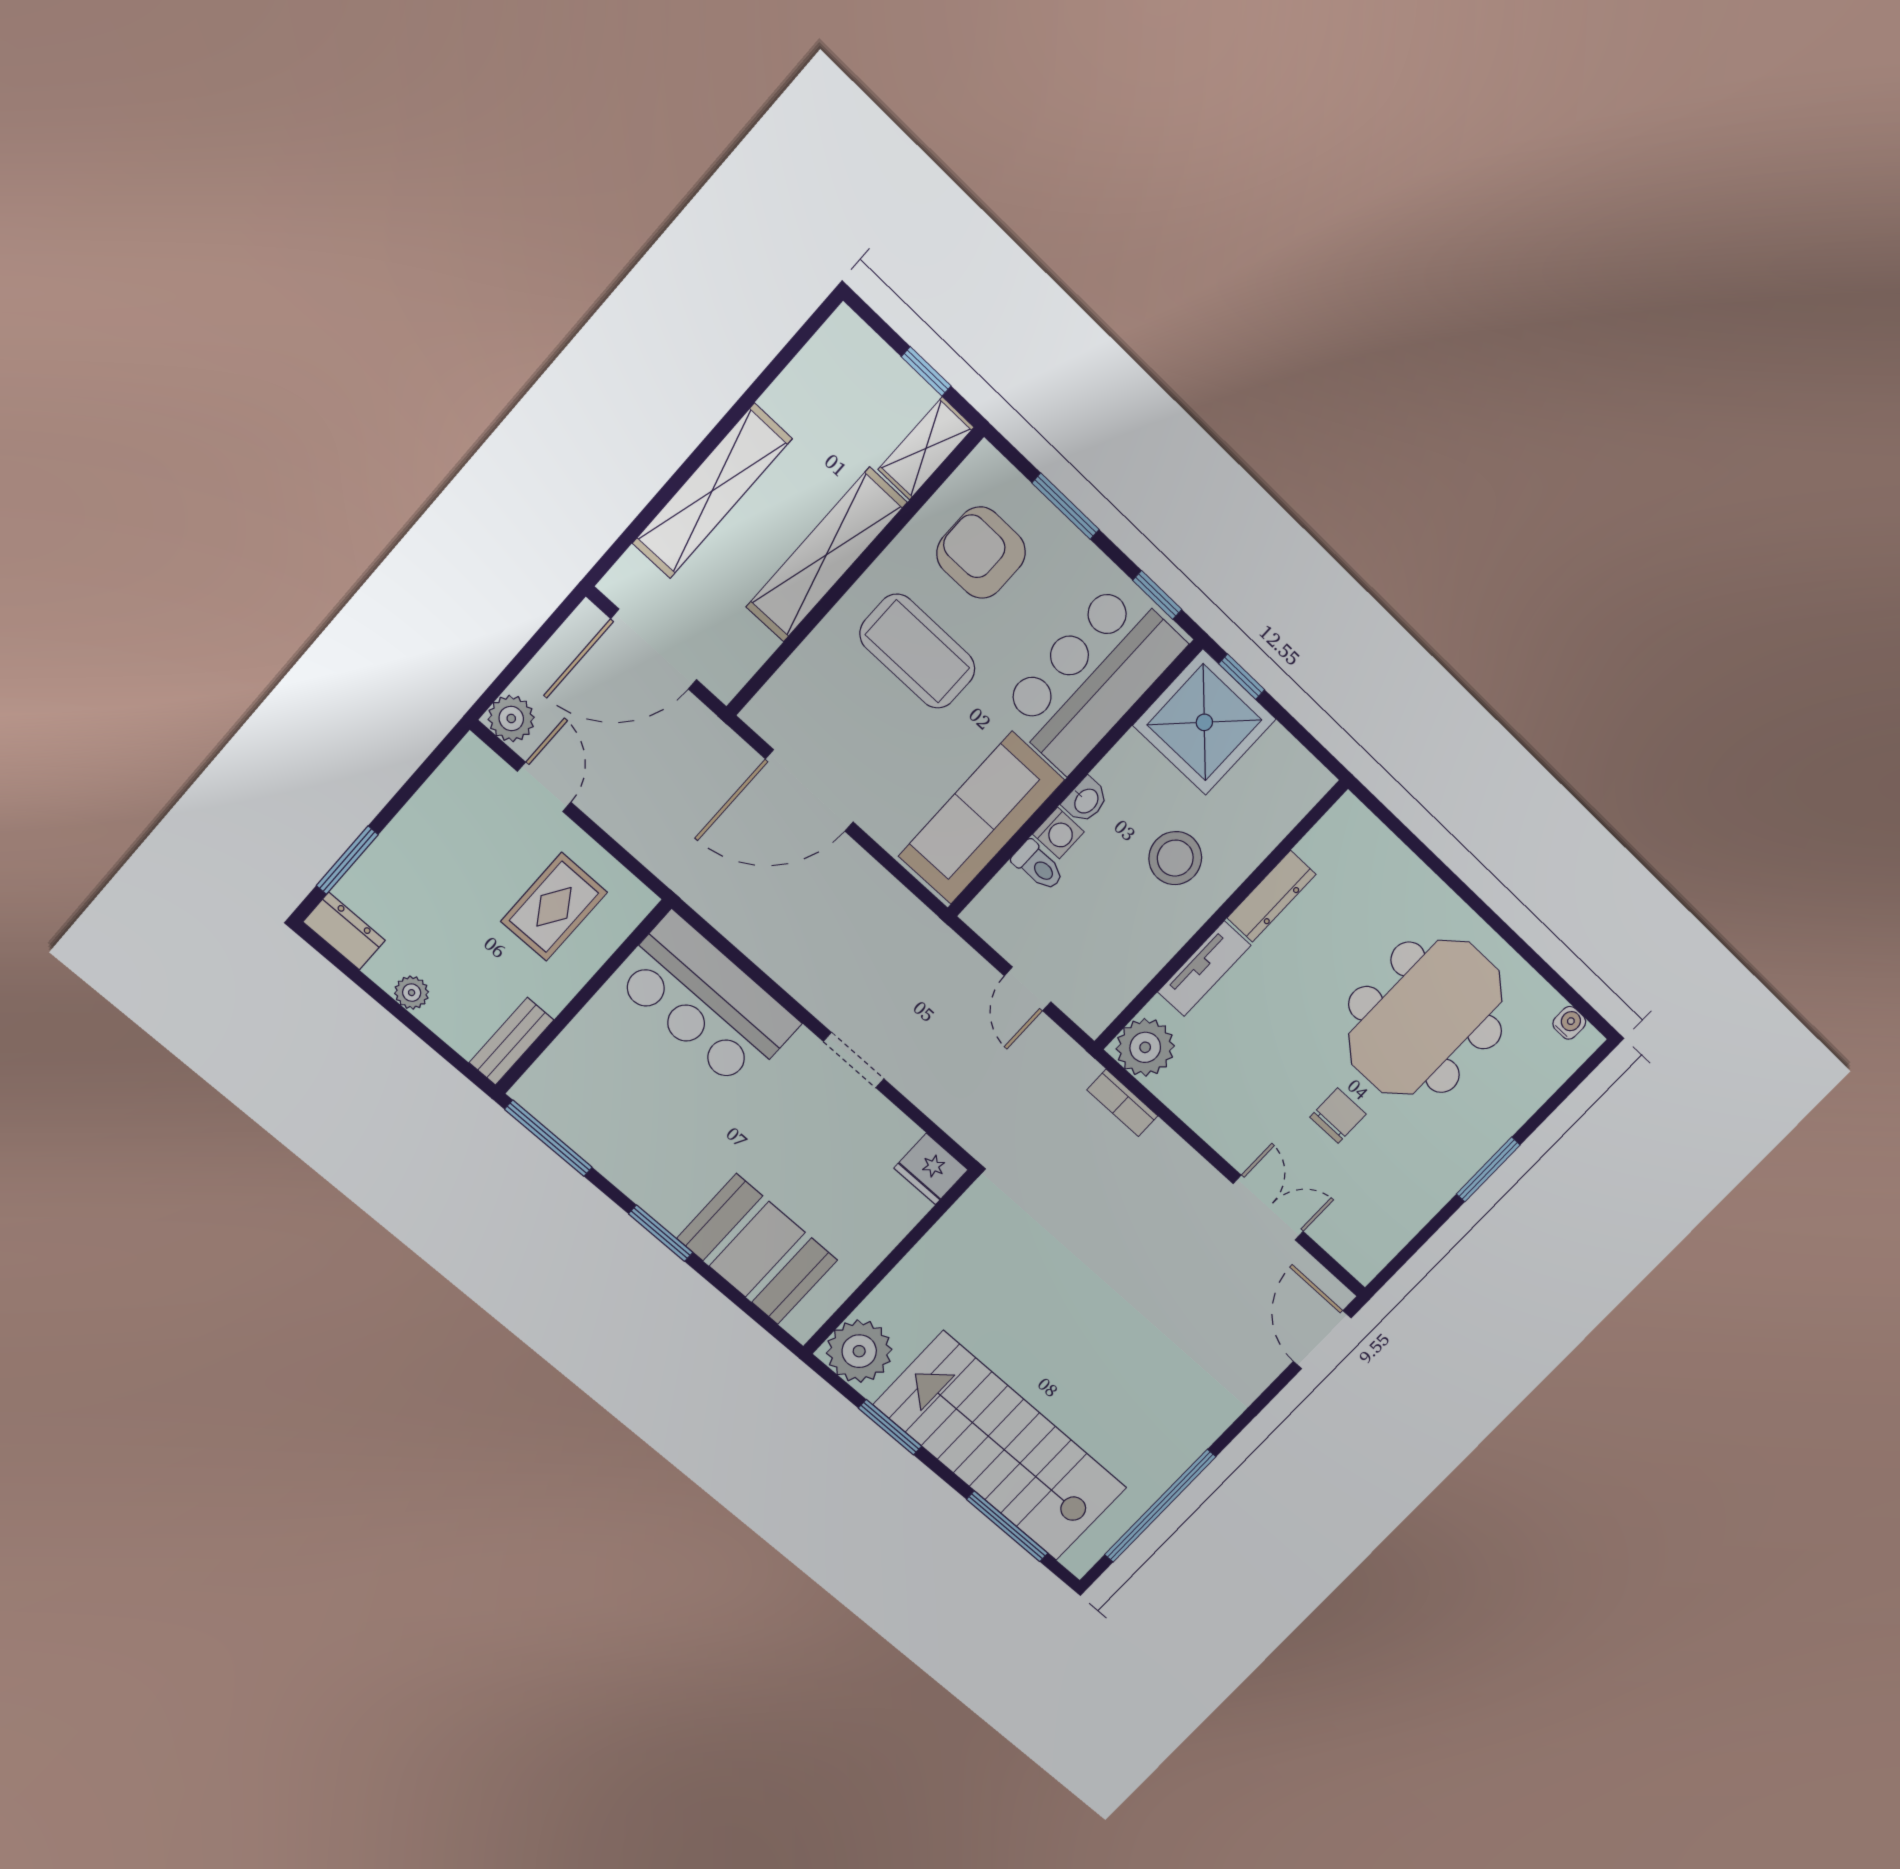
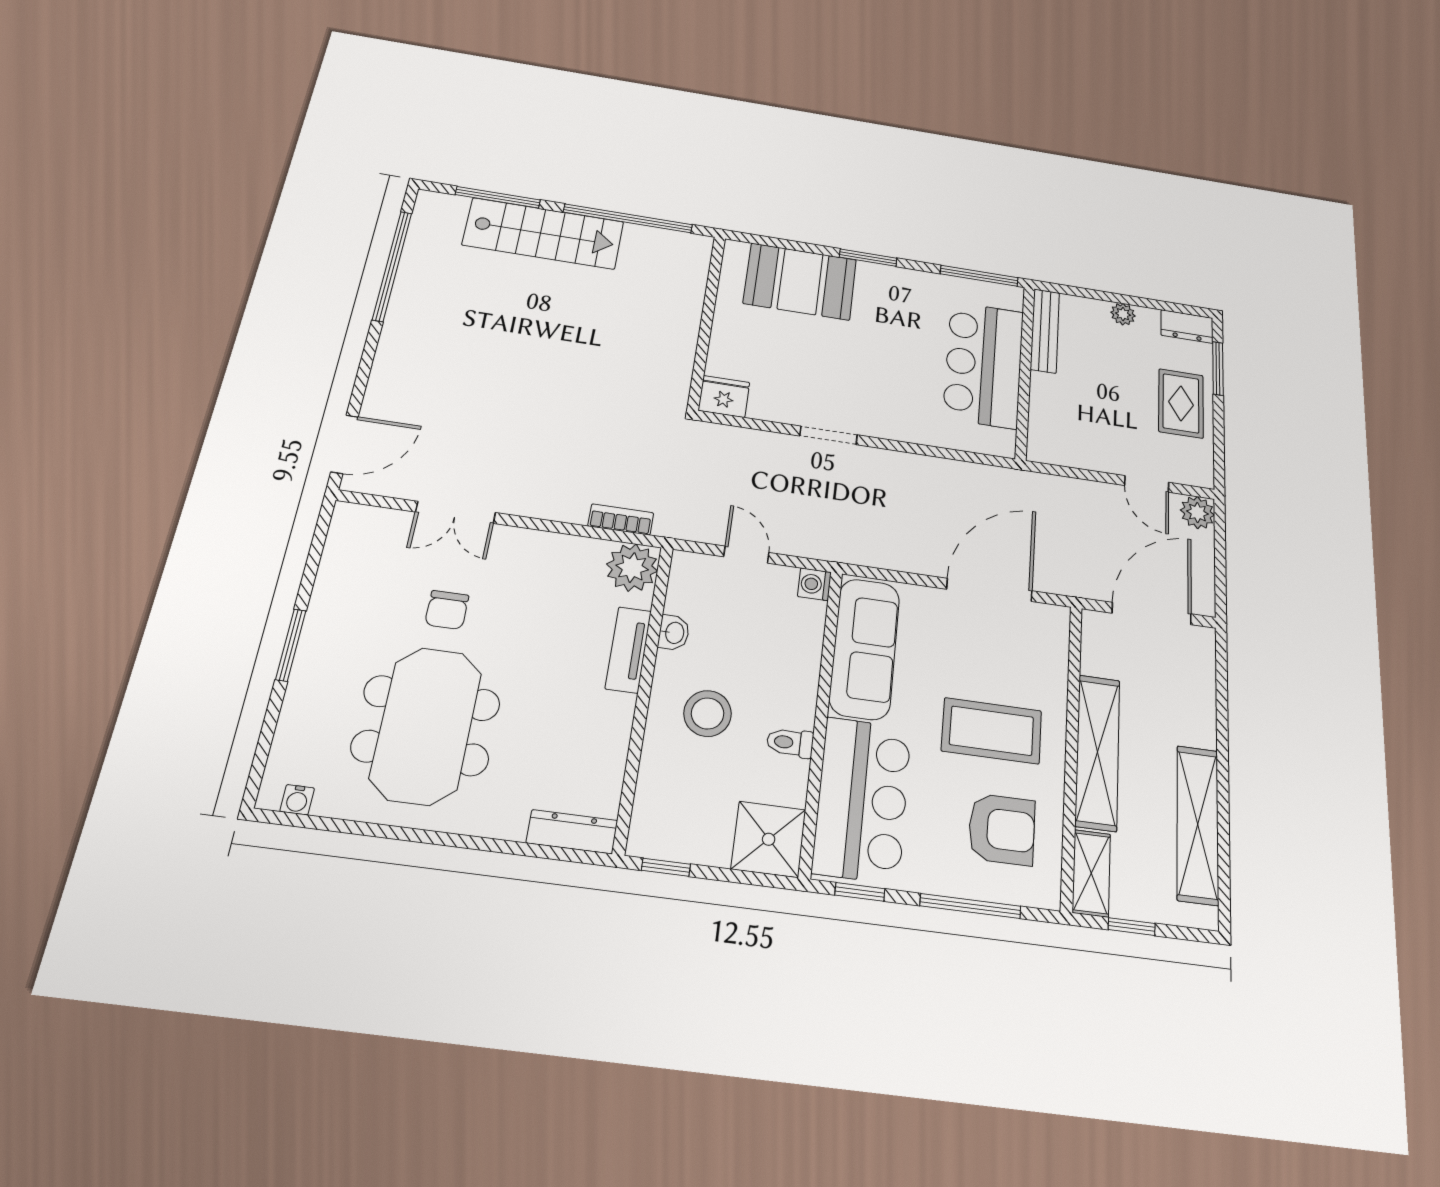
shelving: (712, 491) -> (1198, 824), moved
window: (1065, 506) -> (970, 906), width x1.44
window: (1242, 677) -> (666, 867), moved
shower: (1204, 722) -> (769, 839), width x0.73, depth x0.73
washbasin: (1086, 800) -> (674, 633), moved, turned 180
washing machine: (1058, 833) -> (814, 584), moved
toilet: (1038, 866) -> (790, 743), moved
dresser: (1271, 896) -> (572, 832), moved, turned 90
rug: (554, 907) -> (1181, 403), moved
bar counter: (706, 1001) -> (984, 364), moved, turned -90
bench: (511, 1041) -> (1045, 331), width x1.36
door: (1322, 1340) -> (344, 444), hinge flipped
plant: (859, 1351) -> (685, 255), removed
window: (890, 1427) -> (628, 218), width x2.11
stairs: (1001, 1446) -> (543, 233), width x0.73, depth x0.66

